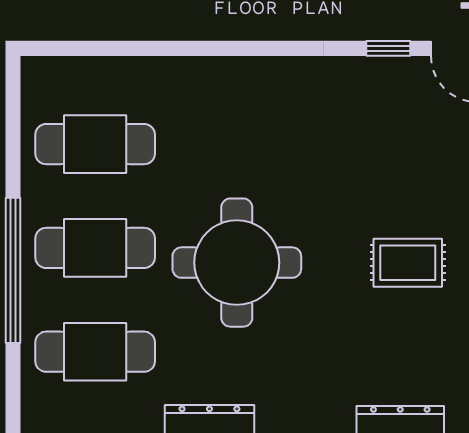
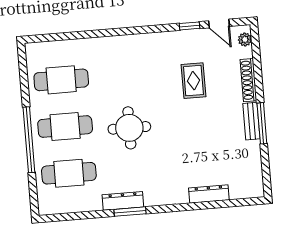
round table: (237, 263) -> (129, 128), width x0.73, depth x0.73
rug: (408, 263) -> (193, 81), moved, turned 90

